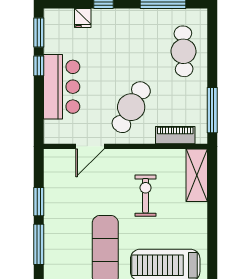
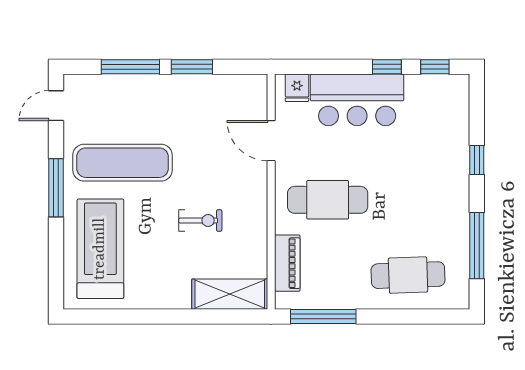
fridge: (83, 18) -> (297, 88), moved, turned -90
window: (39, 33) -> (435, 67), width x0.67
cafe table: (131, 107) -> (328, 200), turned -30
exercise bike: (146, 196) -> (200, 221), width x0.73, depth x0.72

